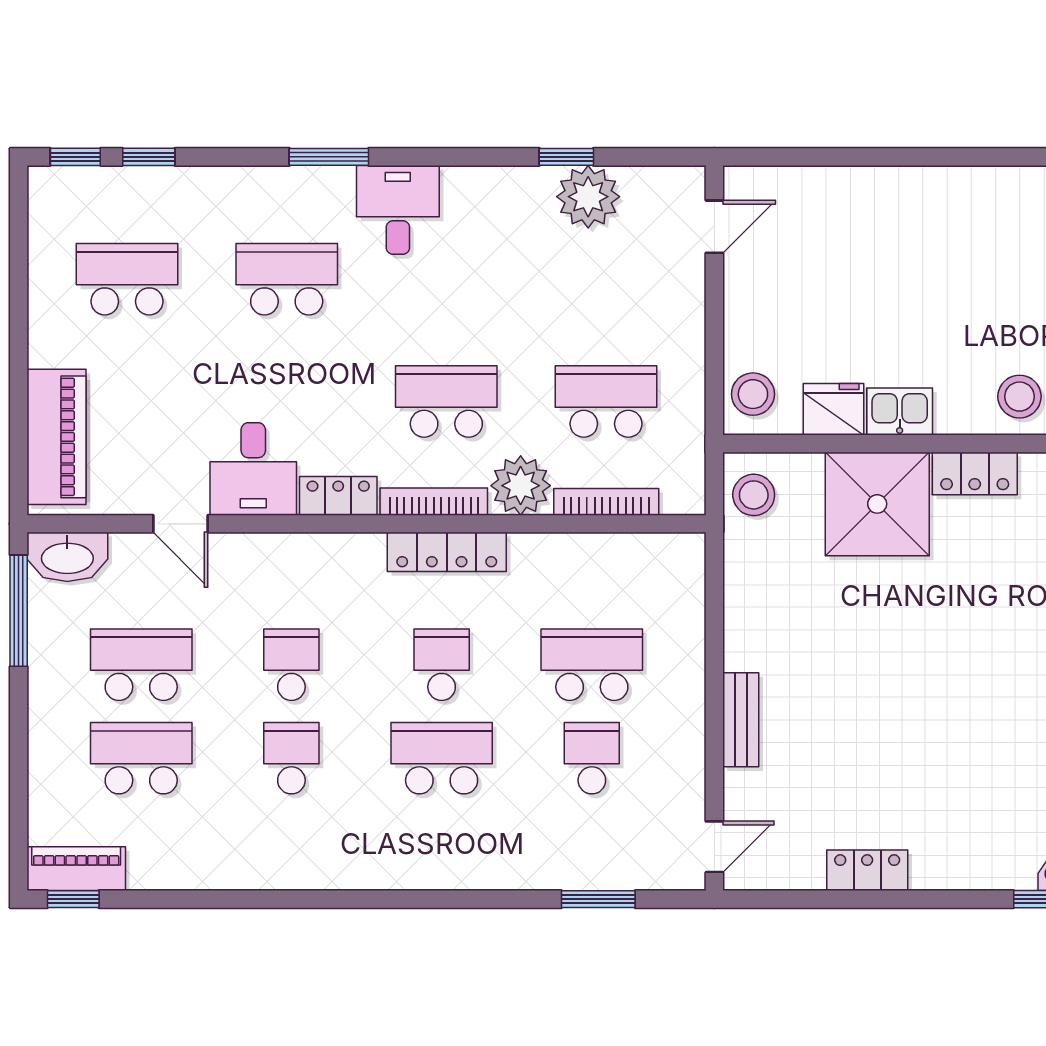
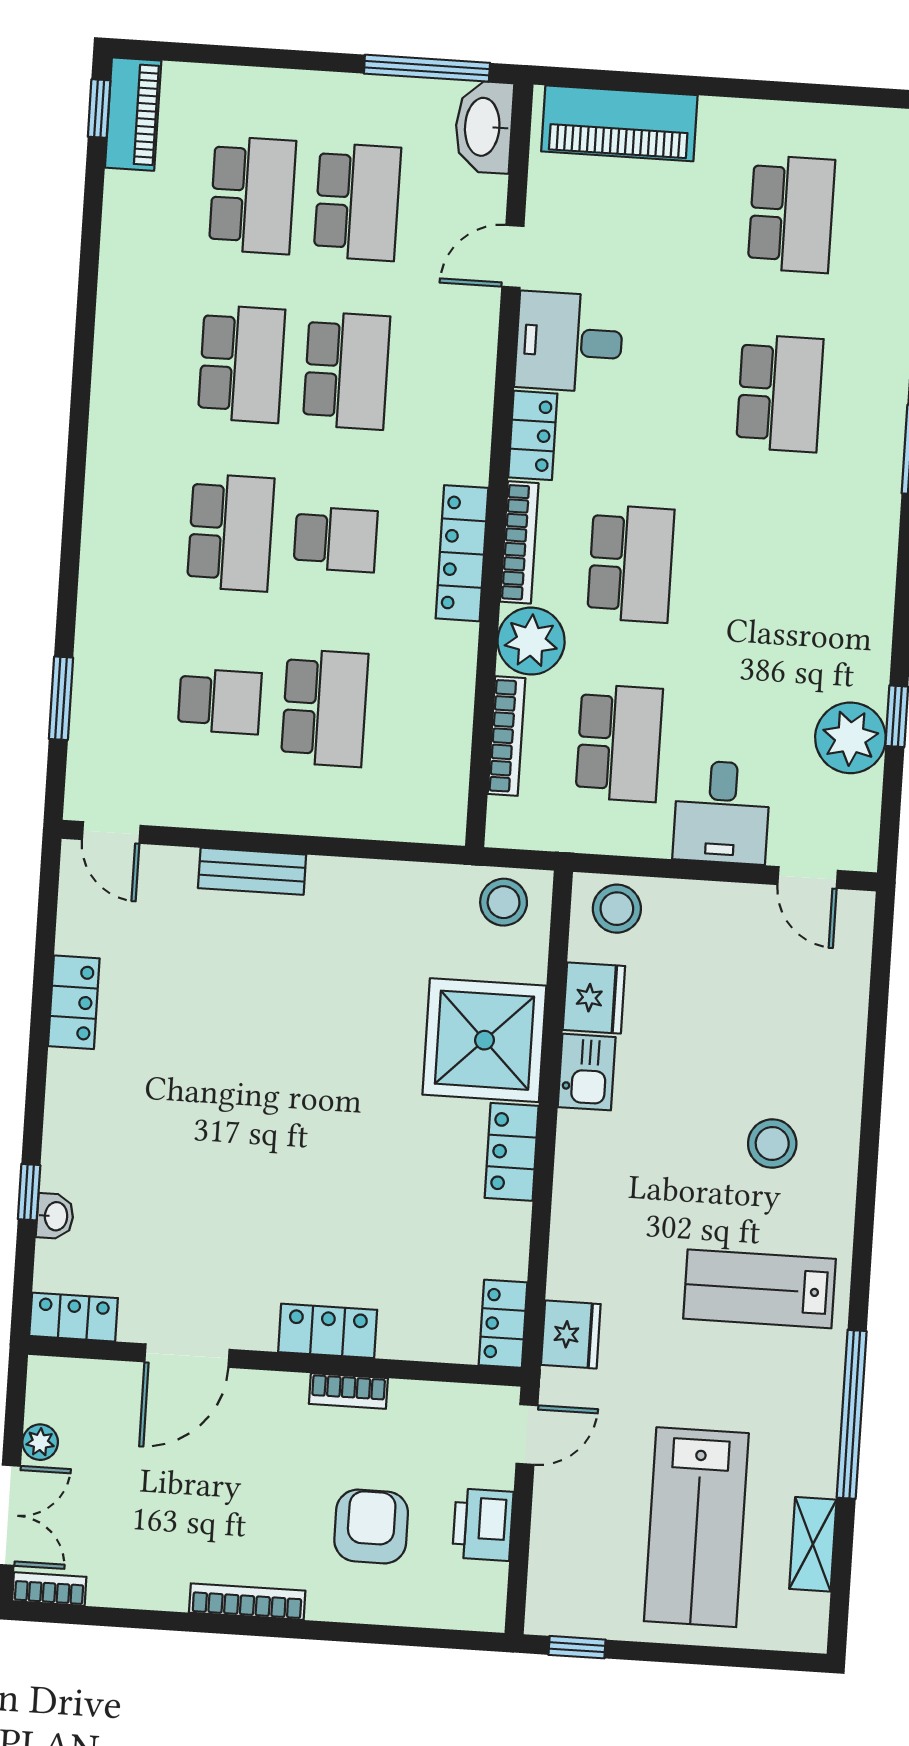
desk: (398, 210) -> (722, 812), moved, turned 90
stool: (1019, 397) -> (772, 1144), moved
school desk: (291, 665) -> (346, 371), width x1.85
school desk: (291, 758) -> (242, 364), width x1.85

